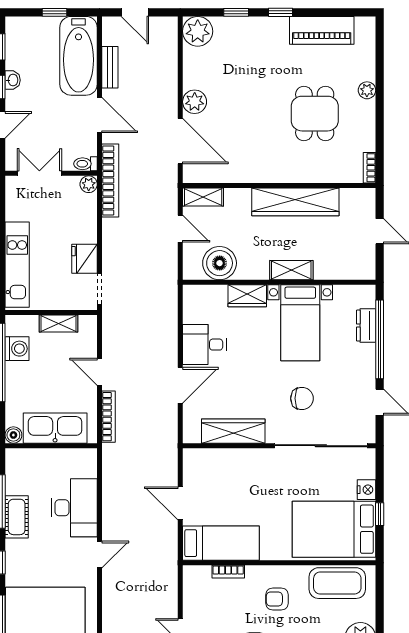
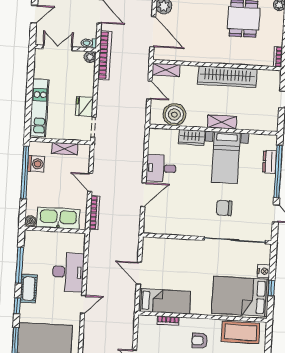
chair: (302, 398) -> (224, 208), turned 180
wardrobe: (233, 431) -> (177, 227), removed
cot: (17, 517) -> (29, 289), moved

